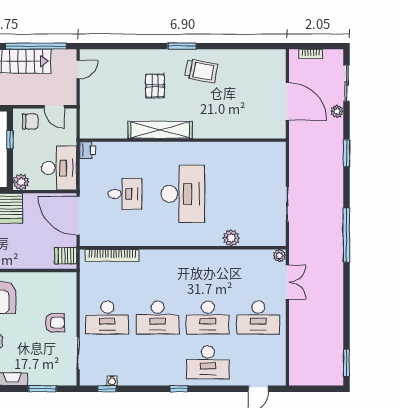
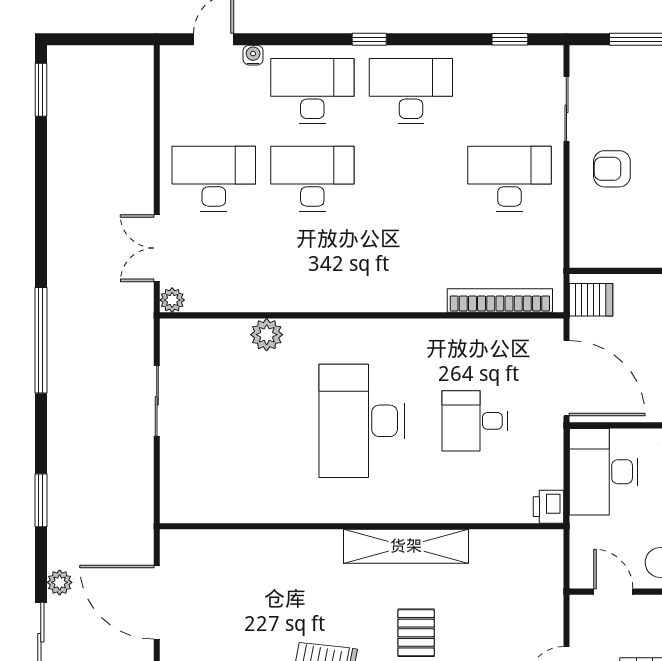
desk: (158, 317) -> (411, 91), moved
water cooler: (112, 381) -> (253, 55), moved

